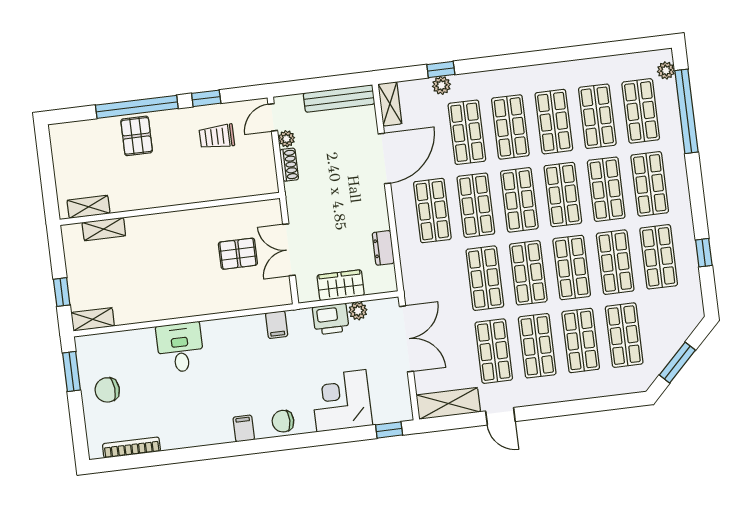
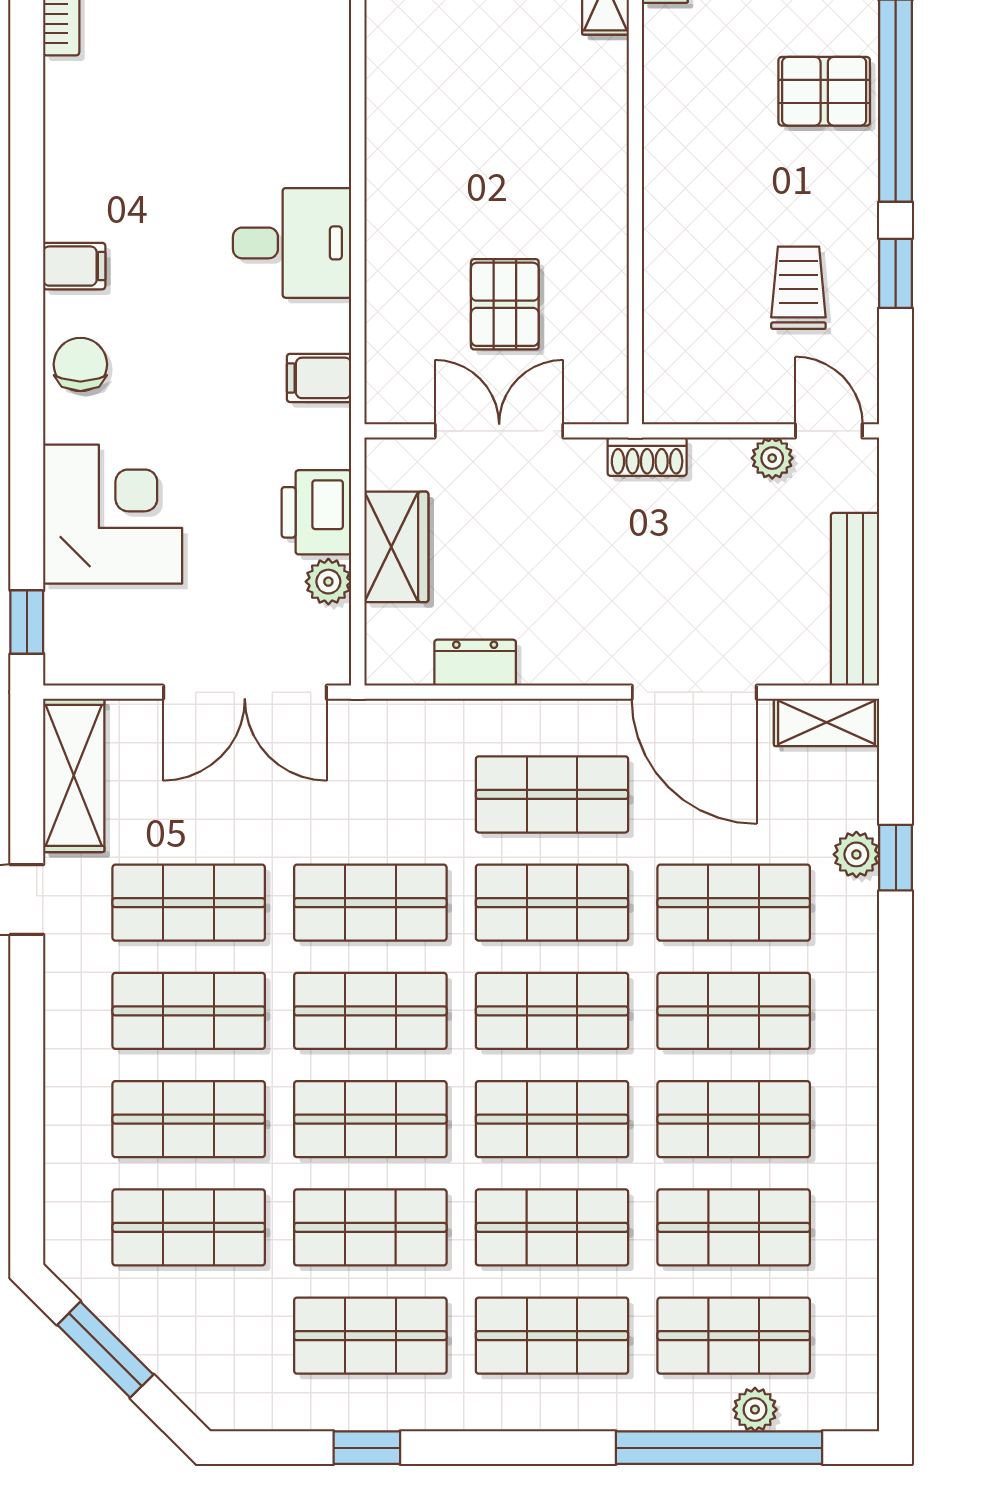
plant: (666, 70) -> (755, 1410), moved
shoe rack: (289, 165) -> (647, 457), moved
desk: (180, 347) -> (292, 243), moved

